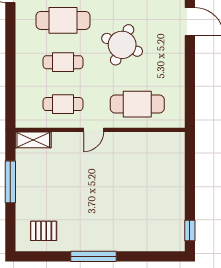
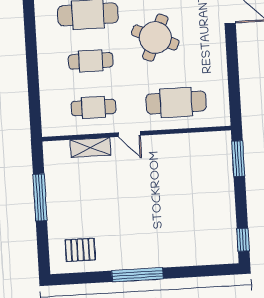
door: (94, 130) -> (129, 134), hinge flipped
shelving: (33, 140) -> (90, 147), moved
window: (190, 158) -> (238, 159), added

